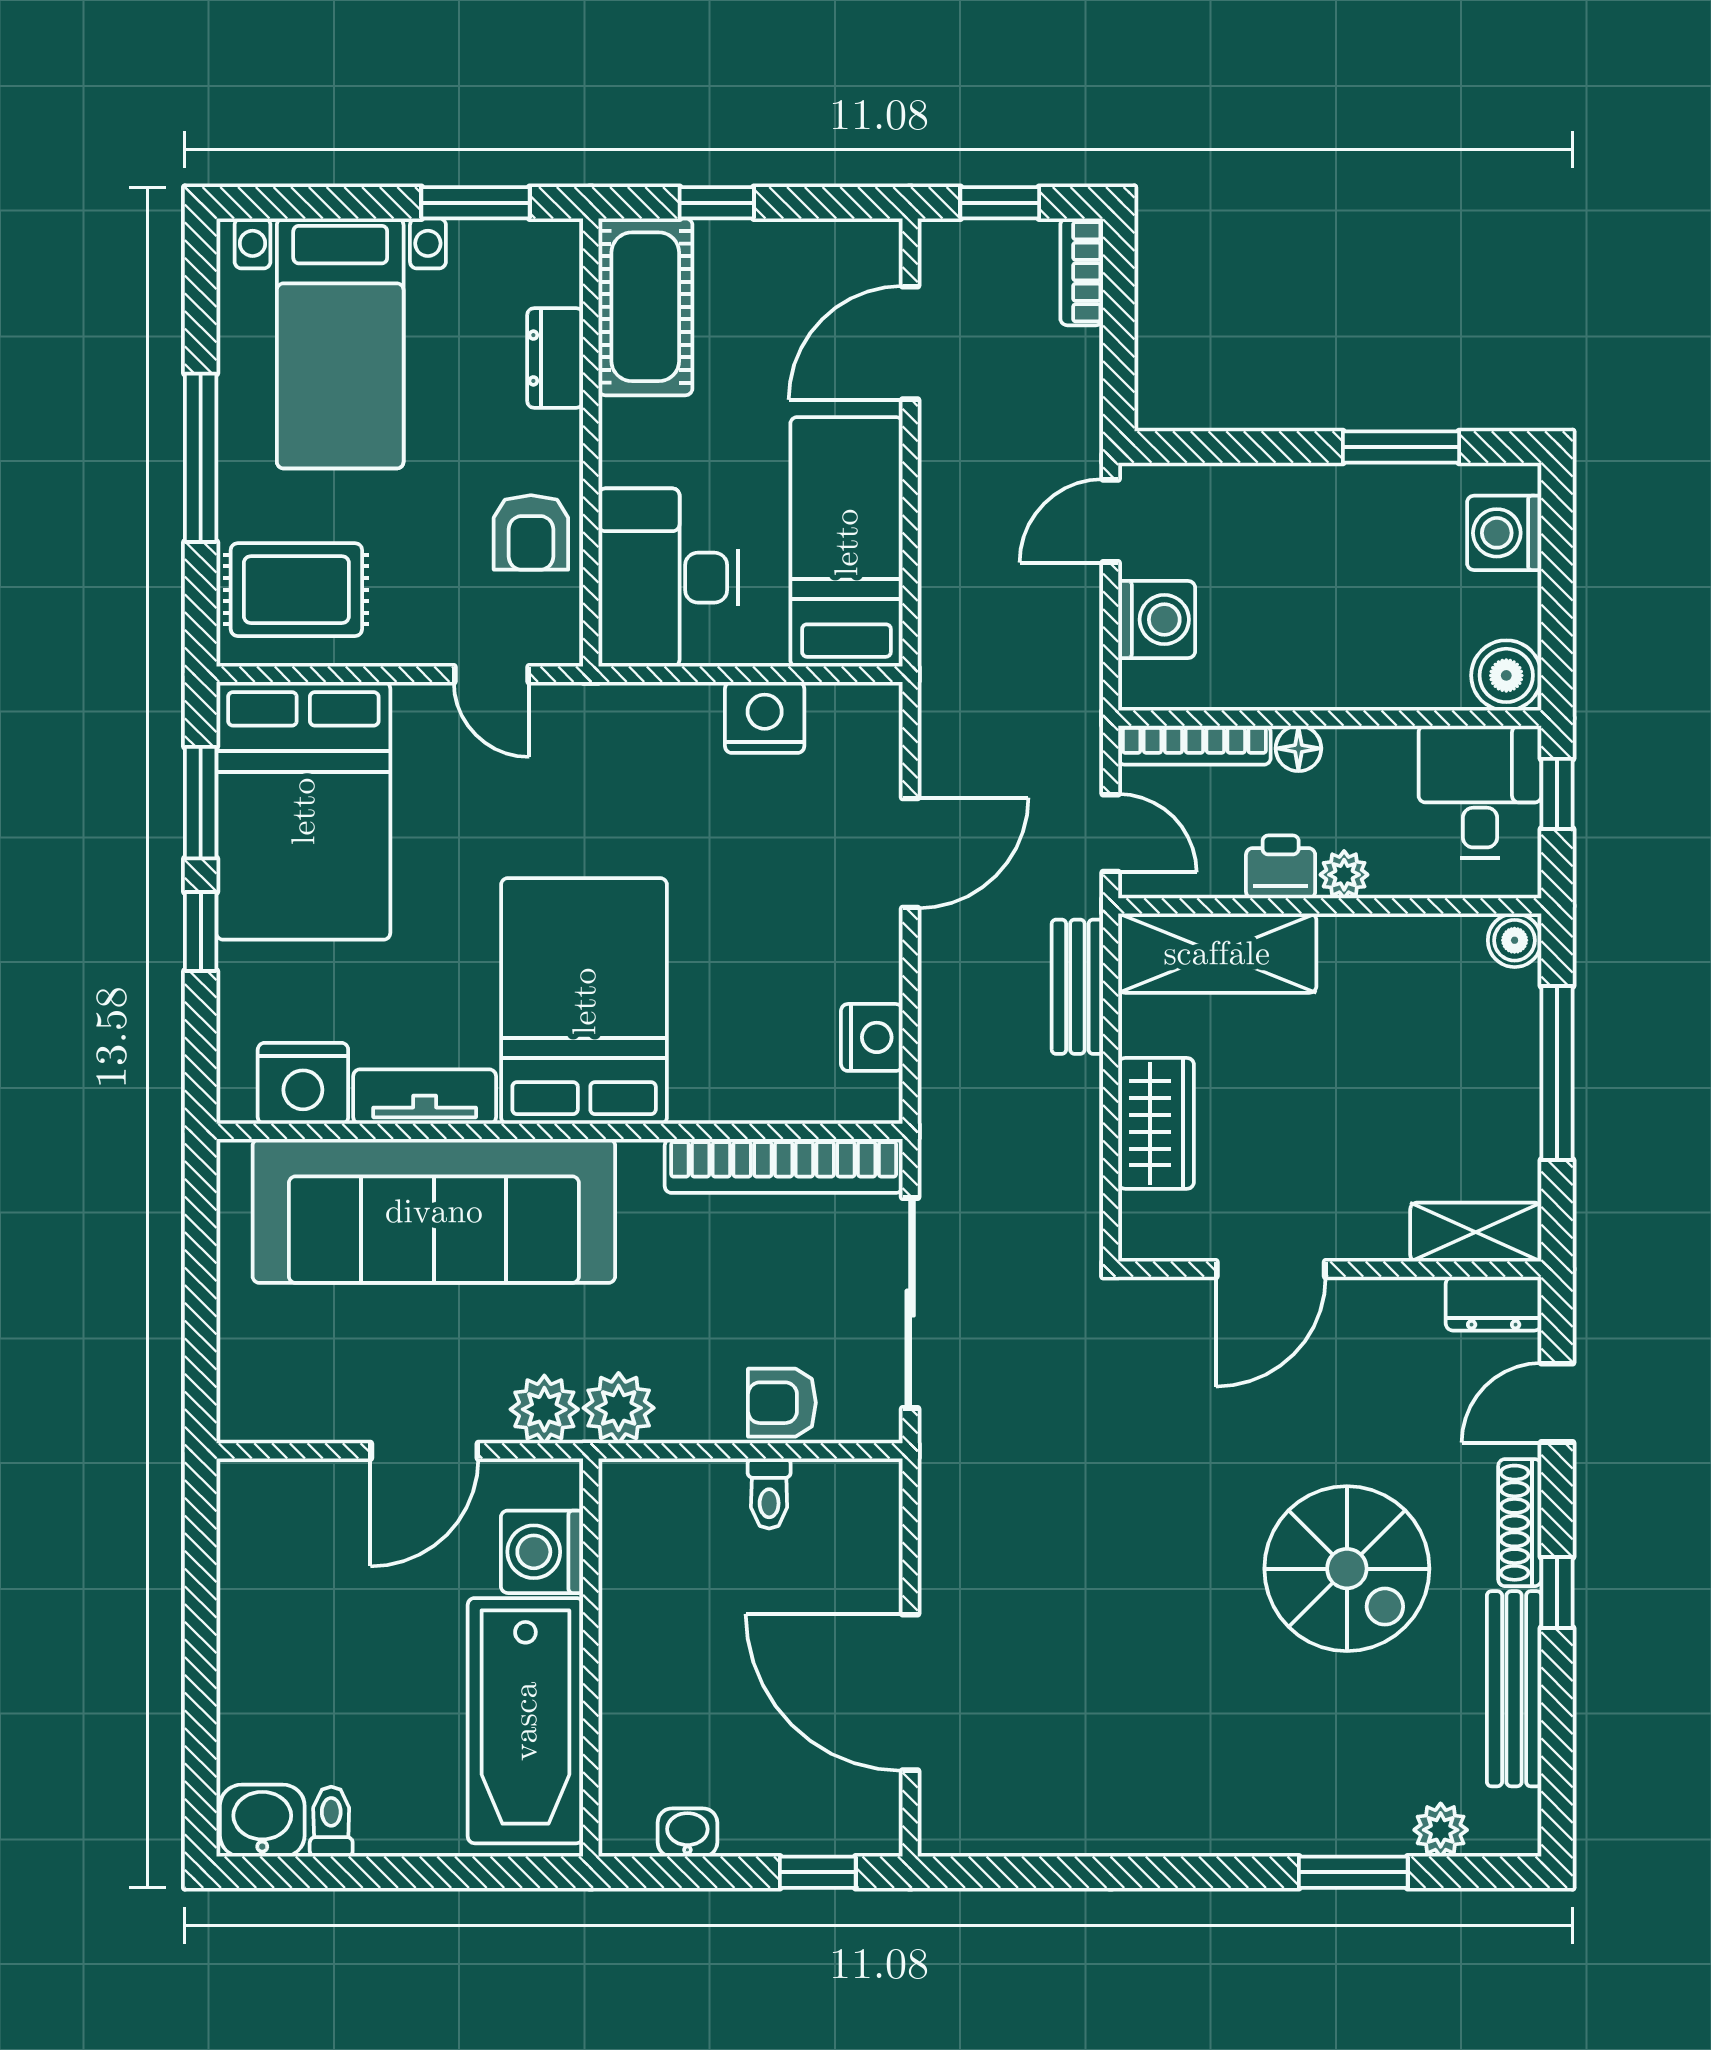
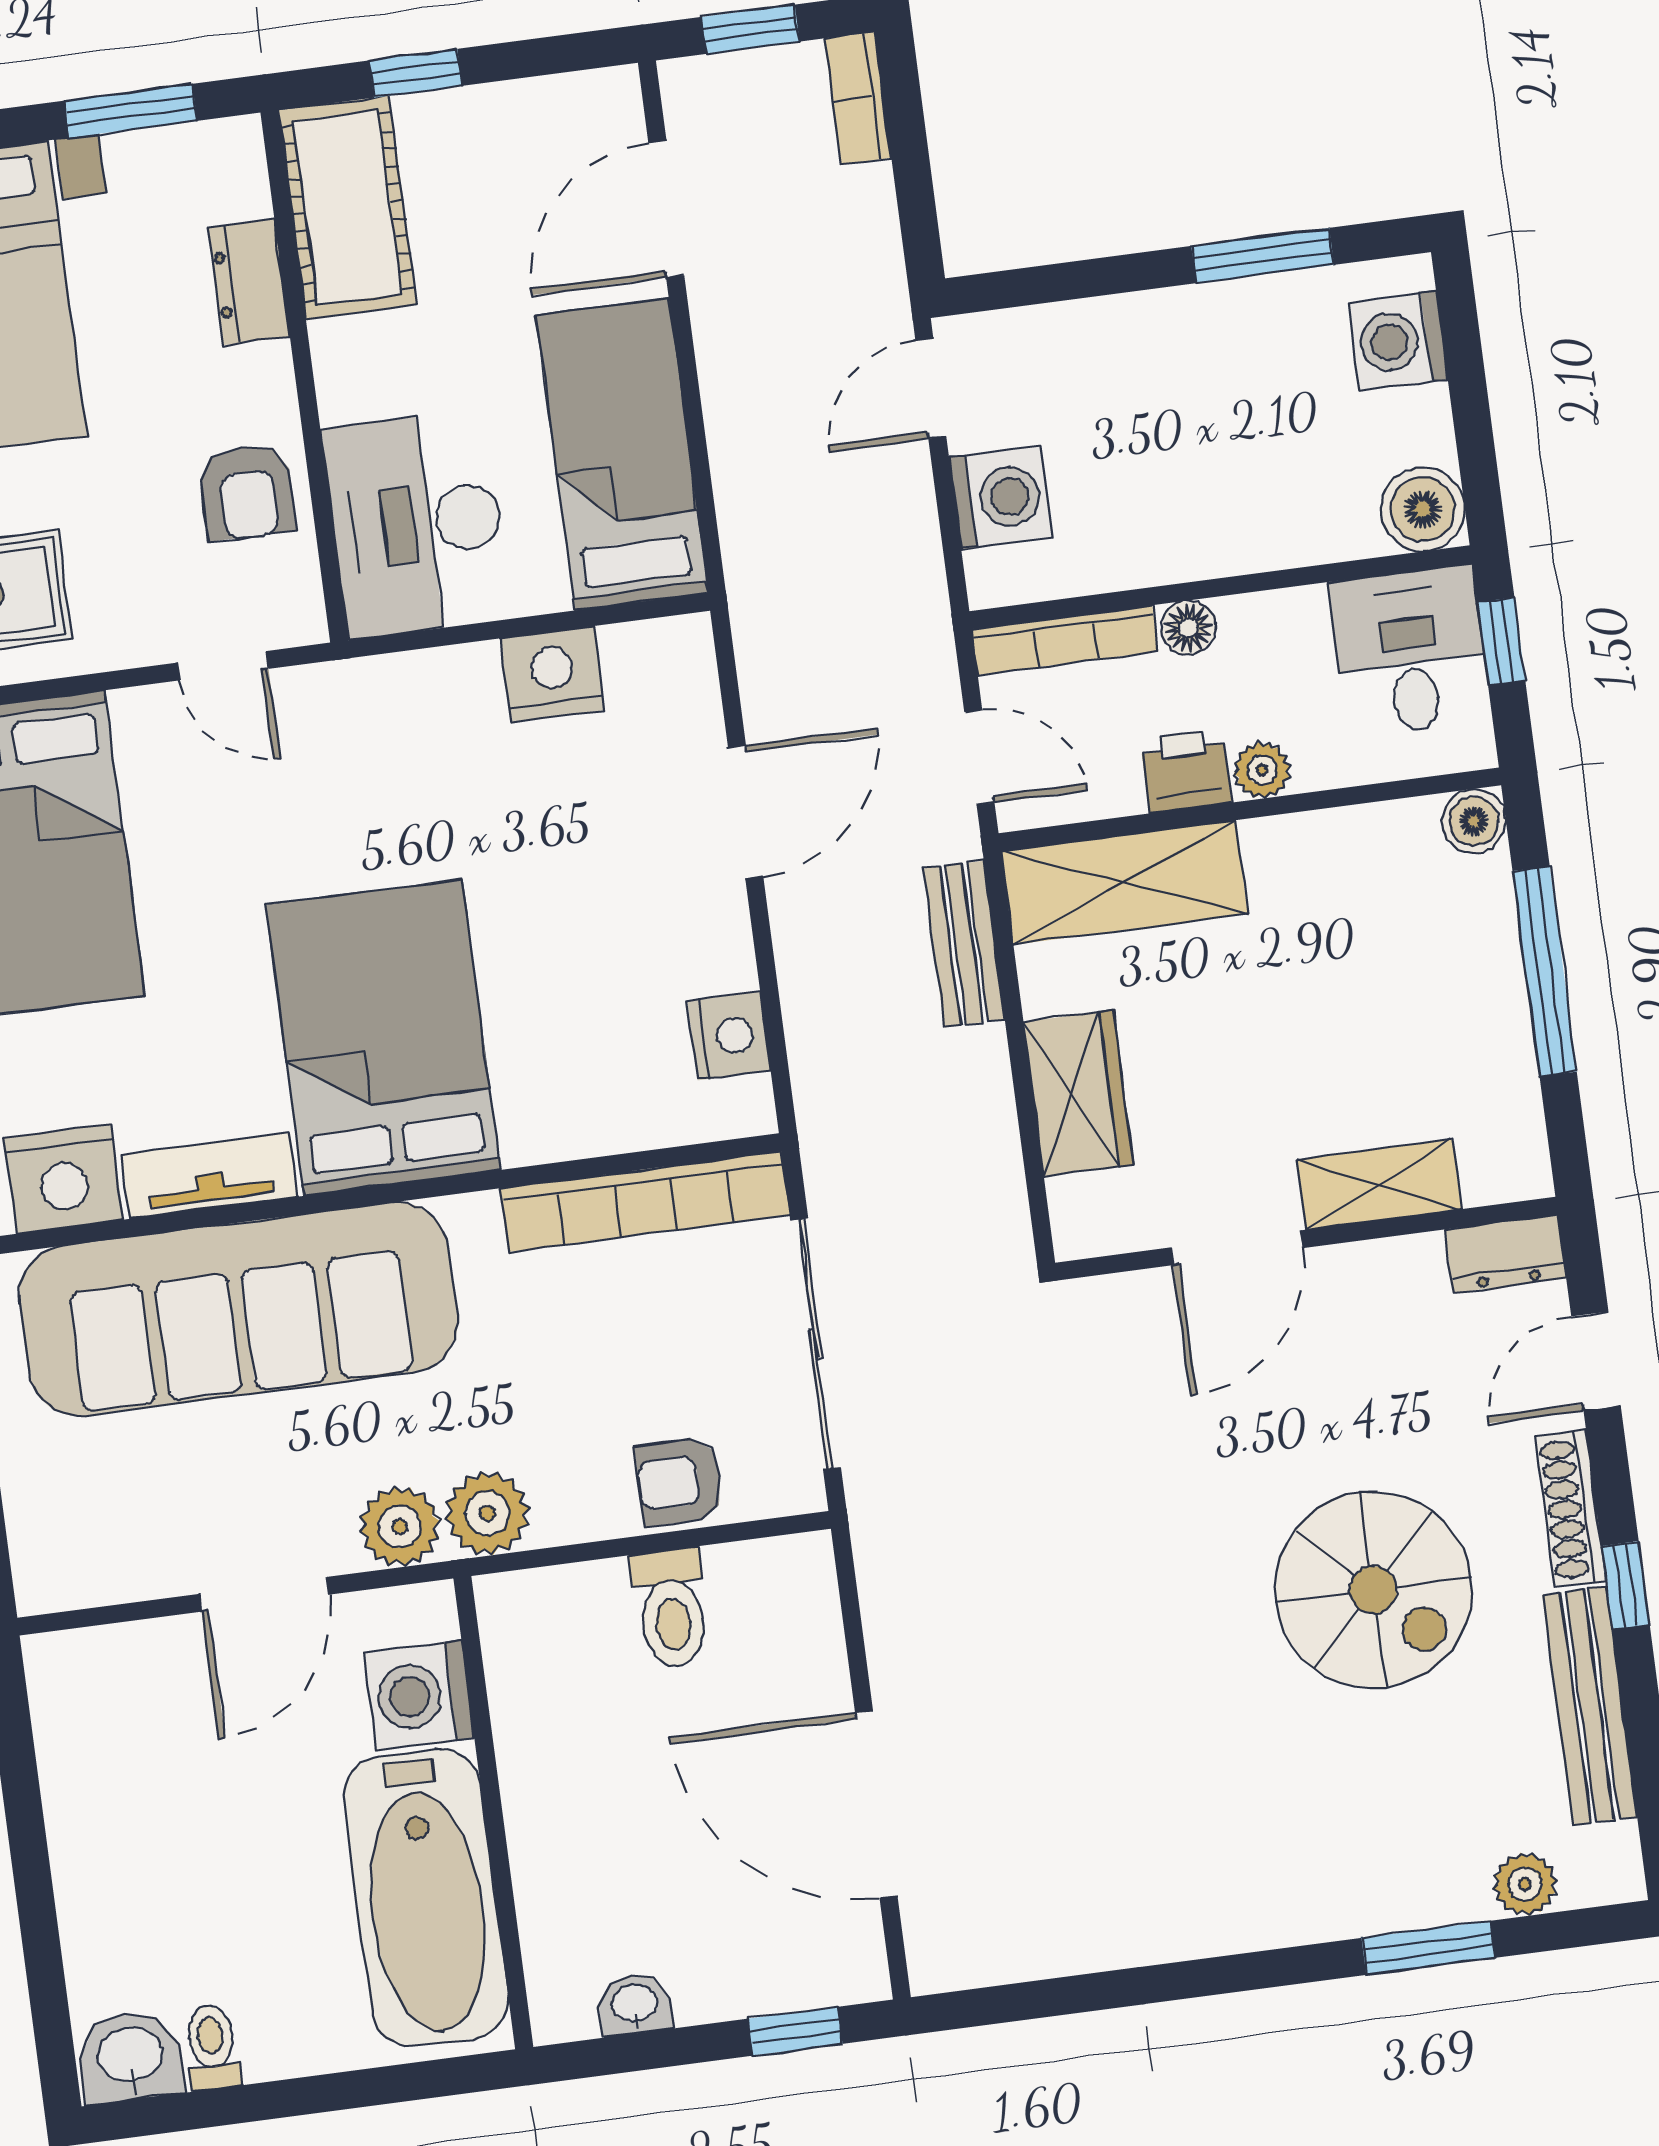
shelving: (1476, 1232) -> (1379, 1185), moved
toilet: (769, 1493) -> (671, 1608), width x1.37, depth x1.39

